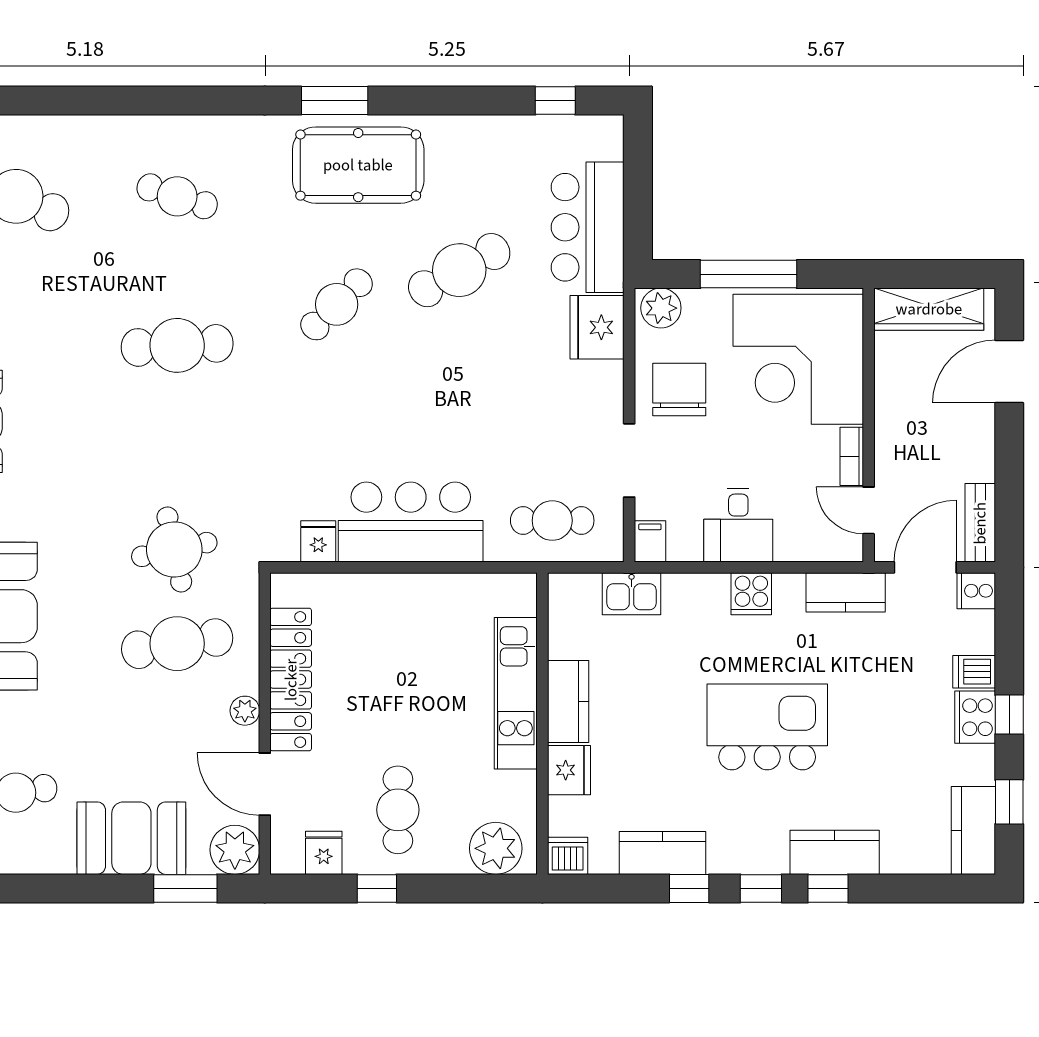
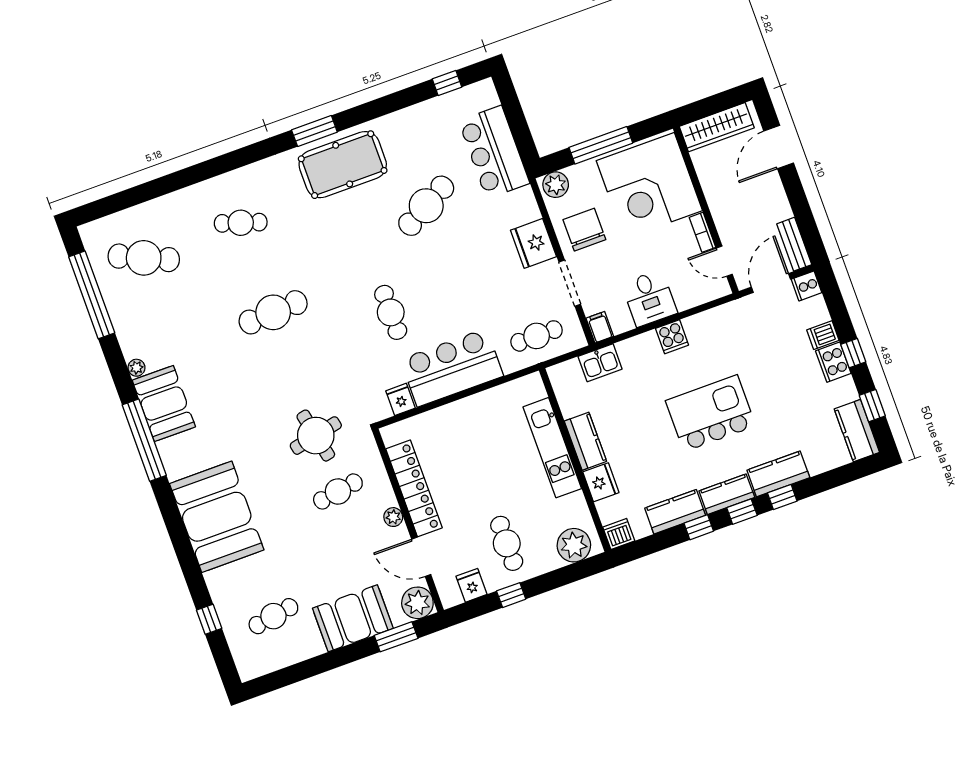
cafe table: (337, 304) -> (391, 312), moved, turned -45
fridge: (597, 327) -> (533, 243), moved
kitchen counter: (846, 592) -> (727, 494), moved, turned 180
cafe table: (177, 644) -> (338, 491), width x0.73, depth x0.74

